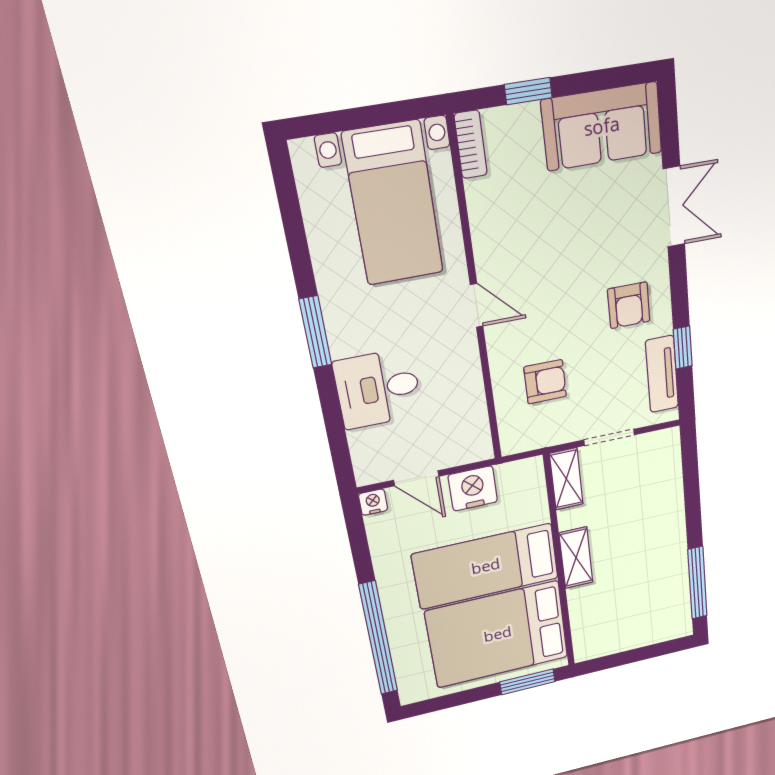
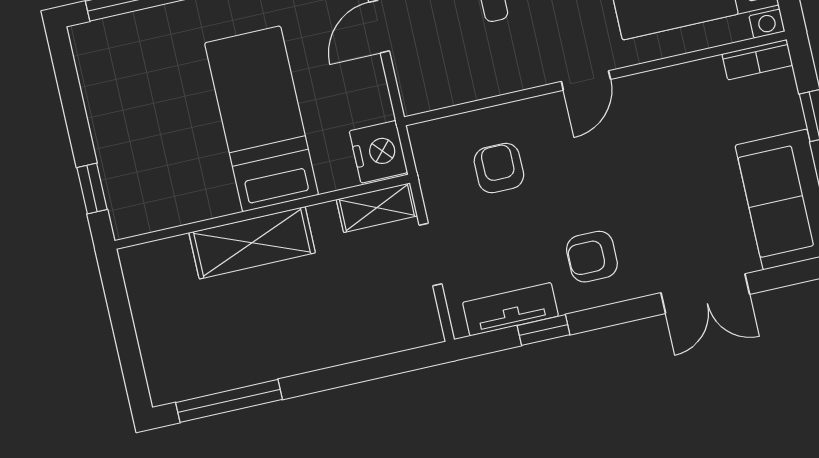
armchair: (545, 382) -> (499, 168), turned 180
nightstand: (473, 488) -> (378, 152), moved
shelving: (576, 558) -> (252, 243), width x1.50, depth x1.33
bed: (498, 634) -> (165, 142), removed
window: (527, 682) -> (92, 188), width x0.67

